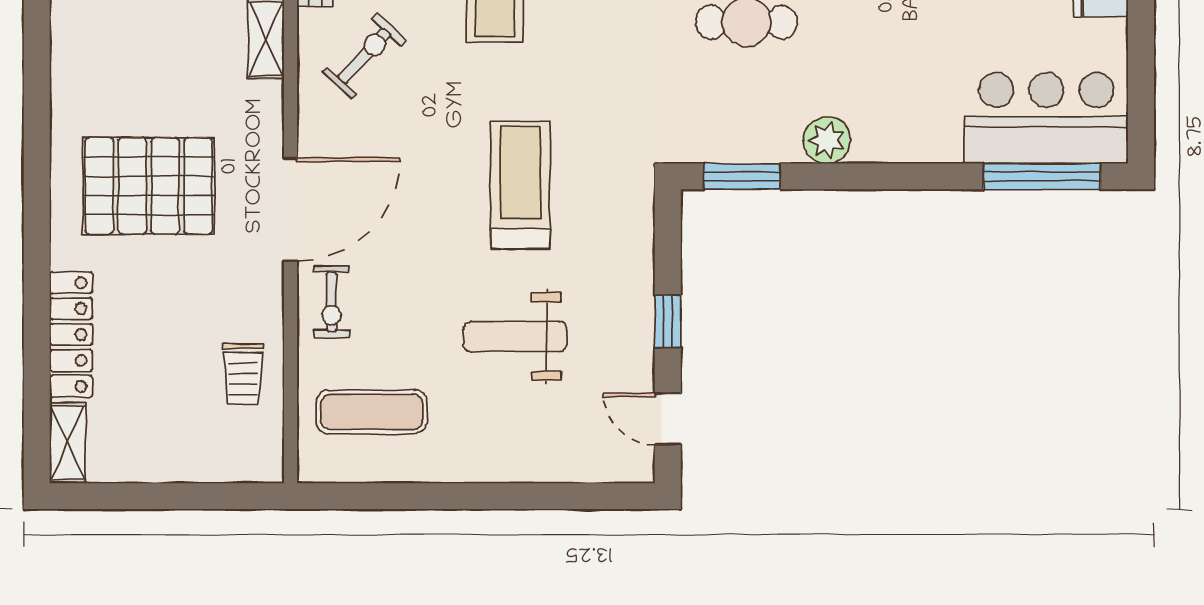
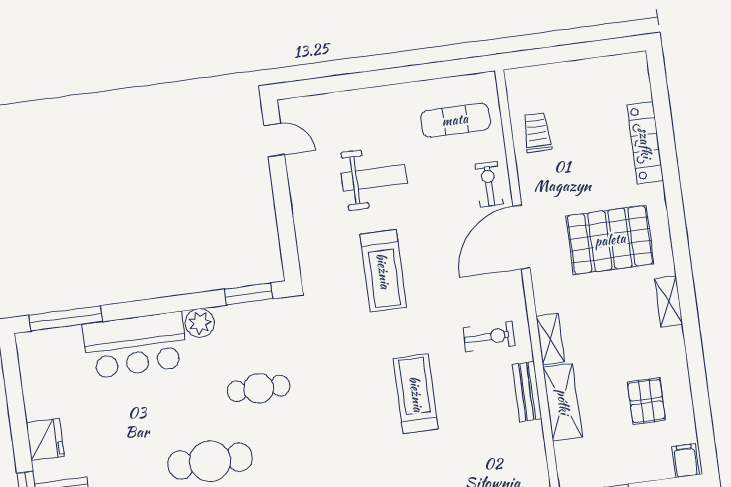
exercise bike: (364, 56) -> (489, 337), turned -133
bar counter: (1046, 118) -> (135, 345), moved
window: (668, 322) -> (282, 199), removed
shelving: (67, 443) -> (669, 301), moved

